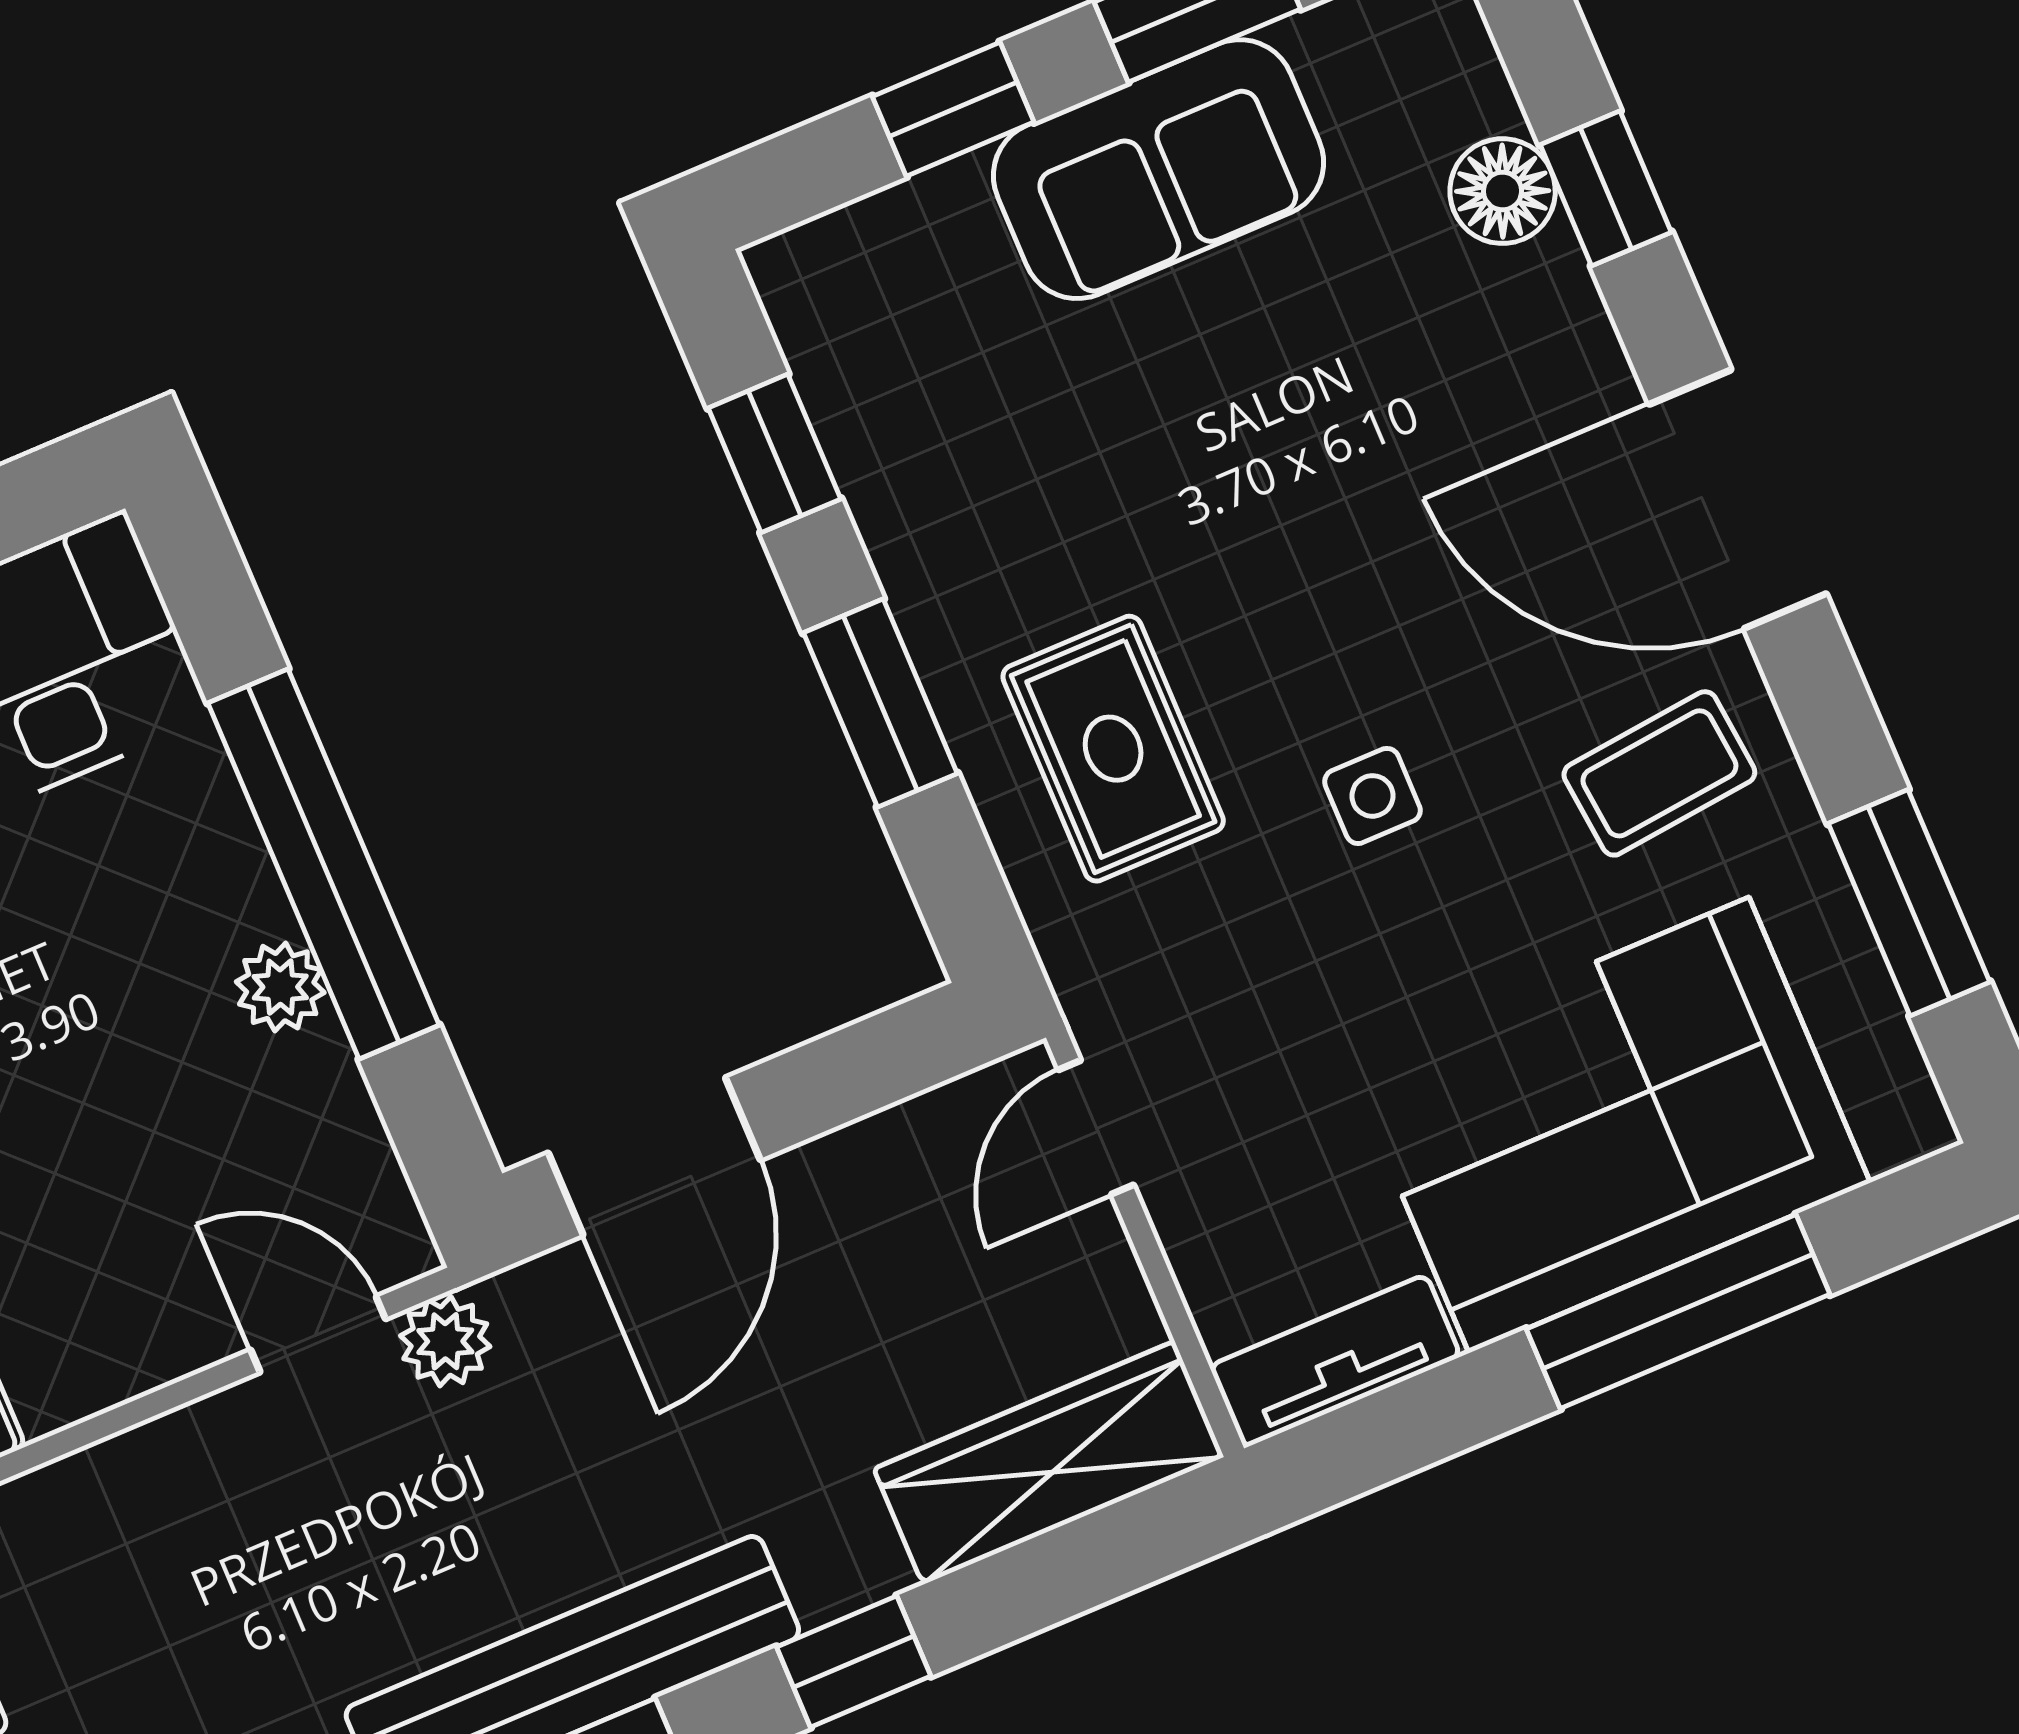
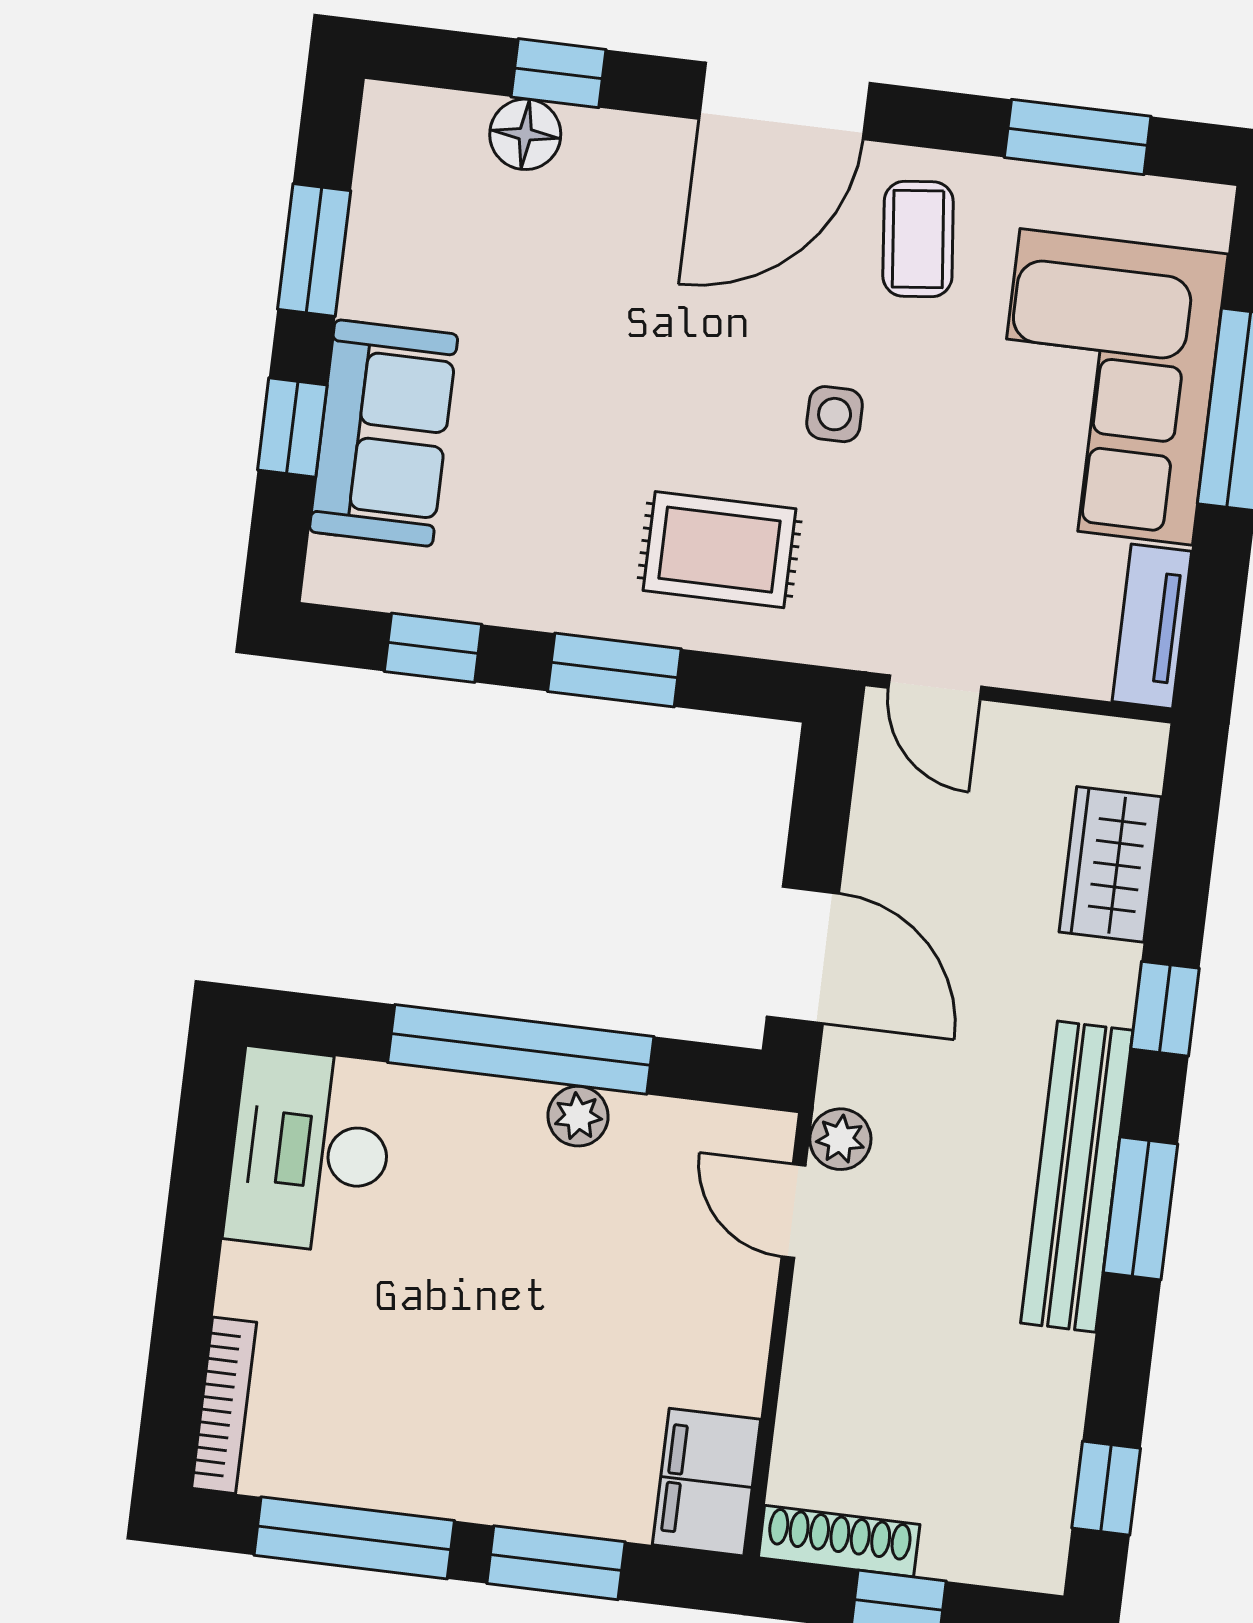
sofa: (1158, 169) -> (384, 433), moved
door: (318, 1334) -> (793, 1211), hinge flipped
wardrobe: (1049, 1463) -> (1110, 864), width x0.67

